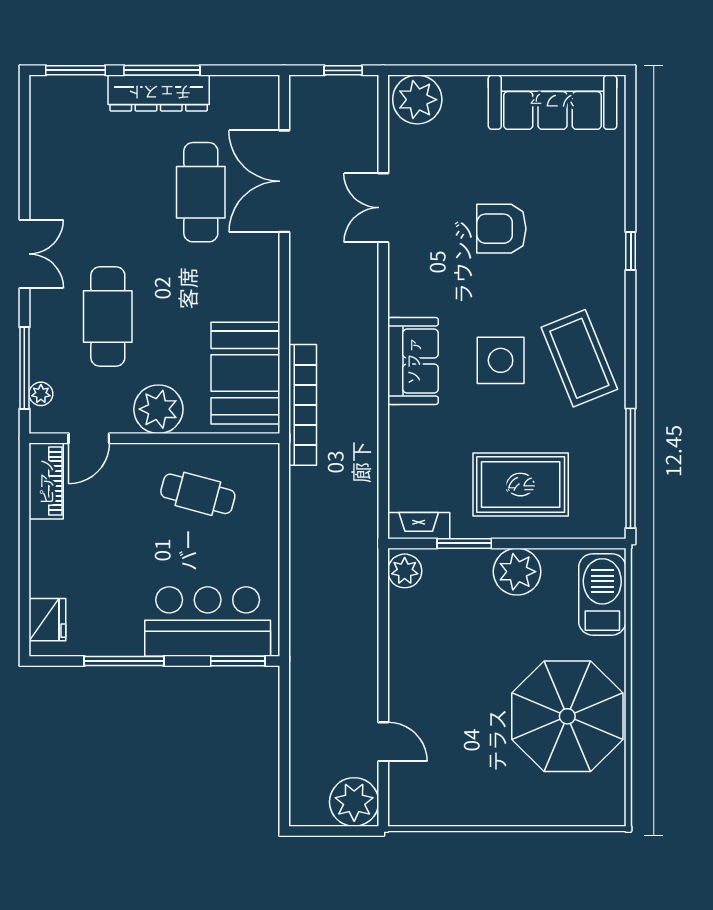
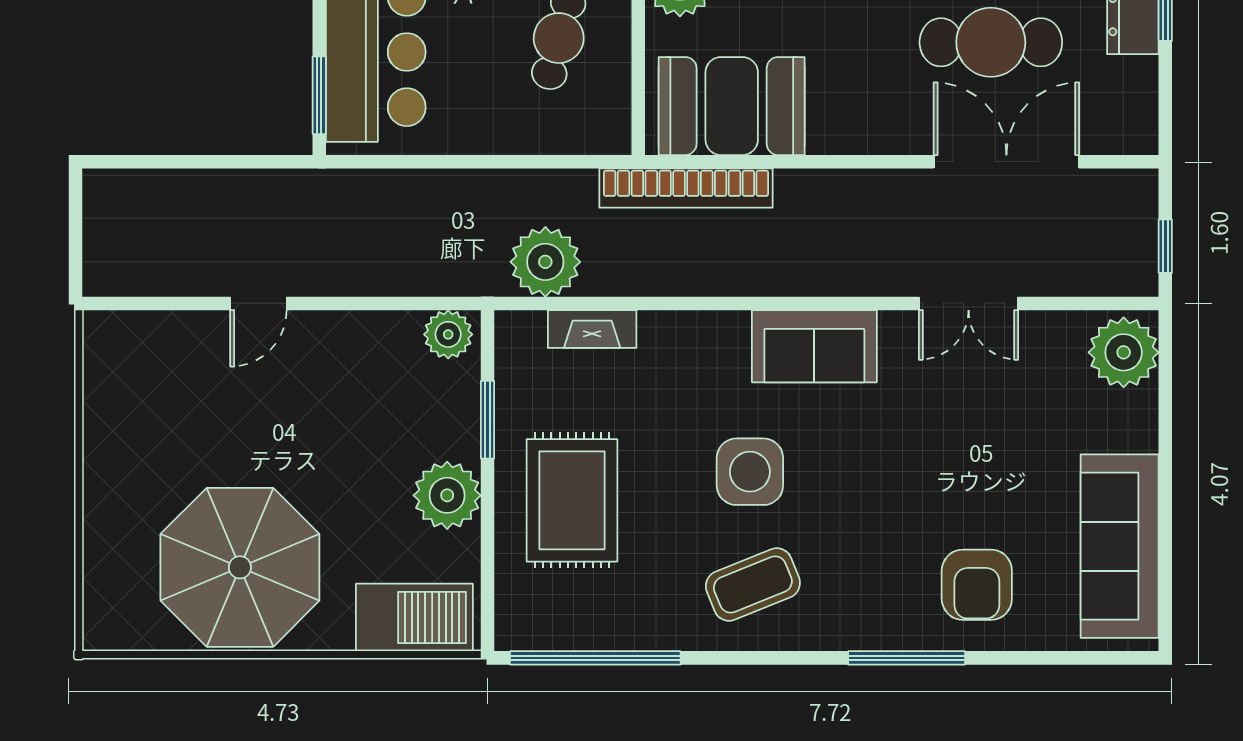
double door: (383, 208) -> (969, 303), swing flipped
armchair: (501, 229) -> (977, 585), moved, turned 180
window: (631, 251) -> (907, 658), width x2.17
coffee table: (579, 358) -> (753, 584), width x0.73, depth x0.76
sofa: (413, 361) -> (814, 346), moved
fireplace: (419, 526) -> (592, 329), moved, turned 90
door: (383, 742) -> (258, 303), moved
plant: (354, 802) -> (545, 262), moved

